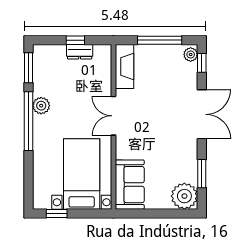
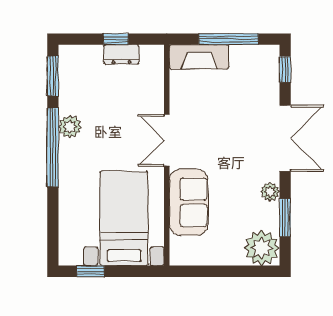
plant: (191, 54) -> (270, 192), moved
fireplace: (125, 67) -> (199, 57), moved, turned 90
sofa: (130, 185) -> (189, 202), moved

